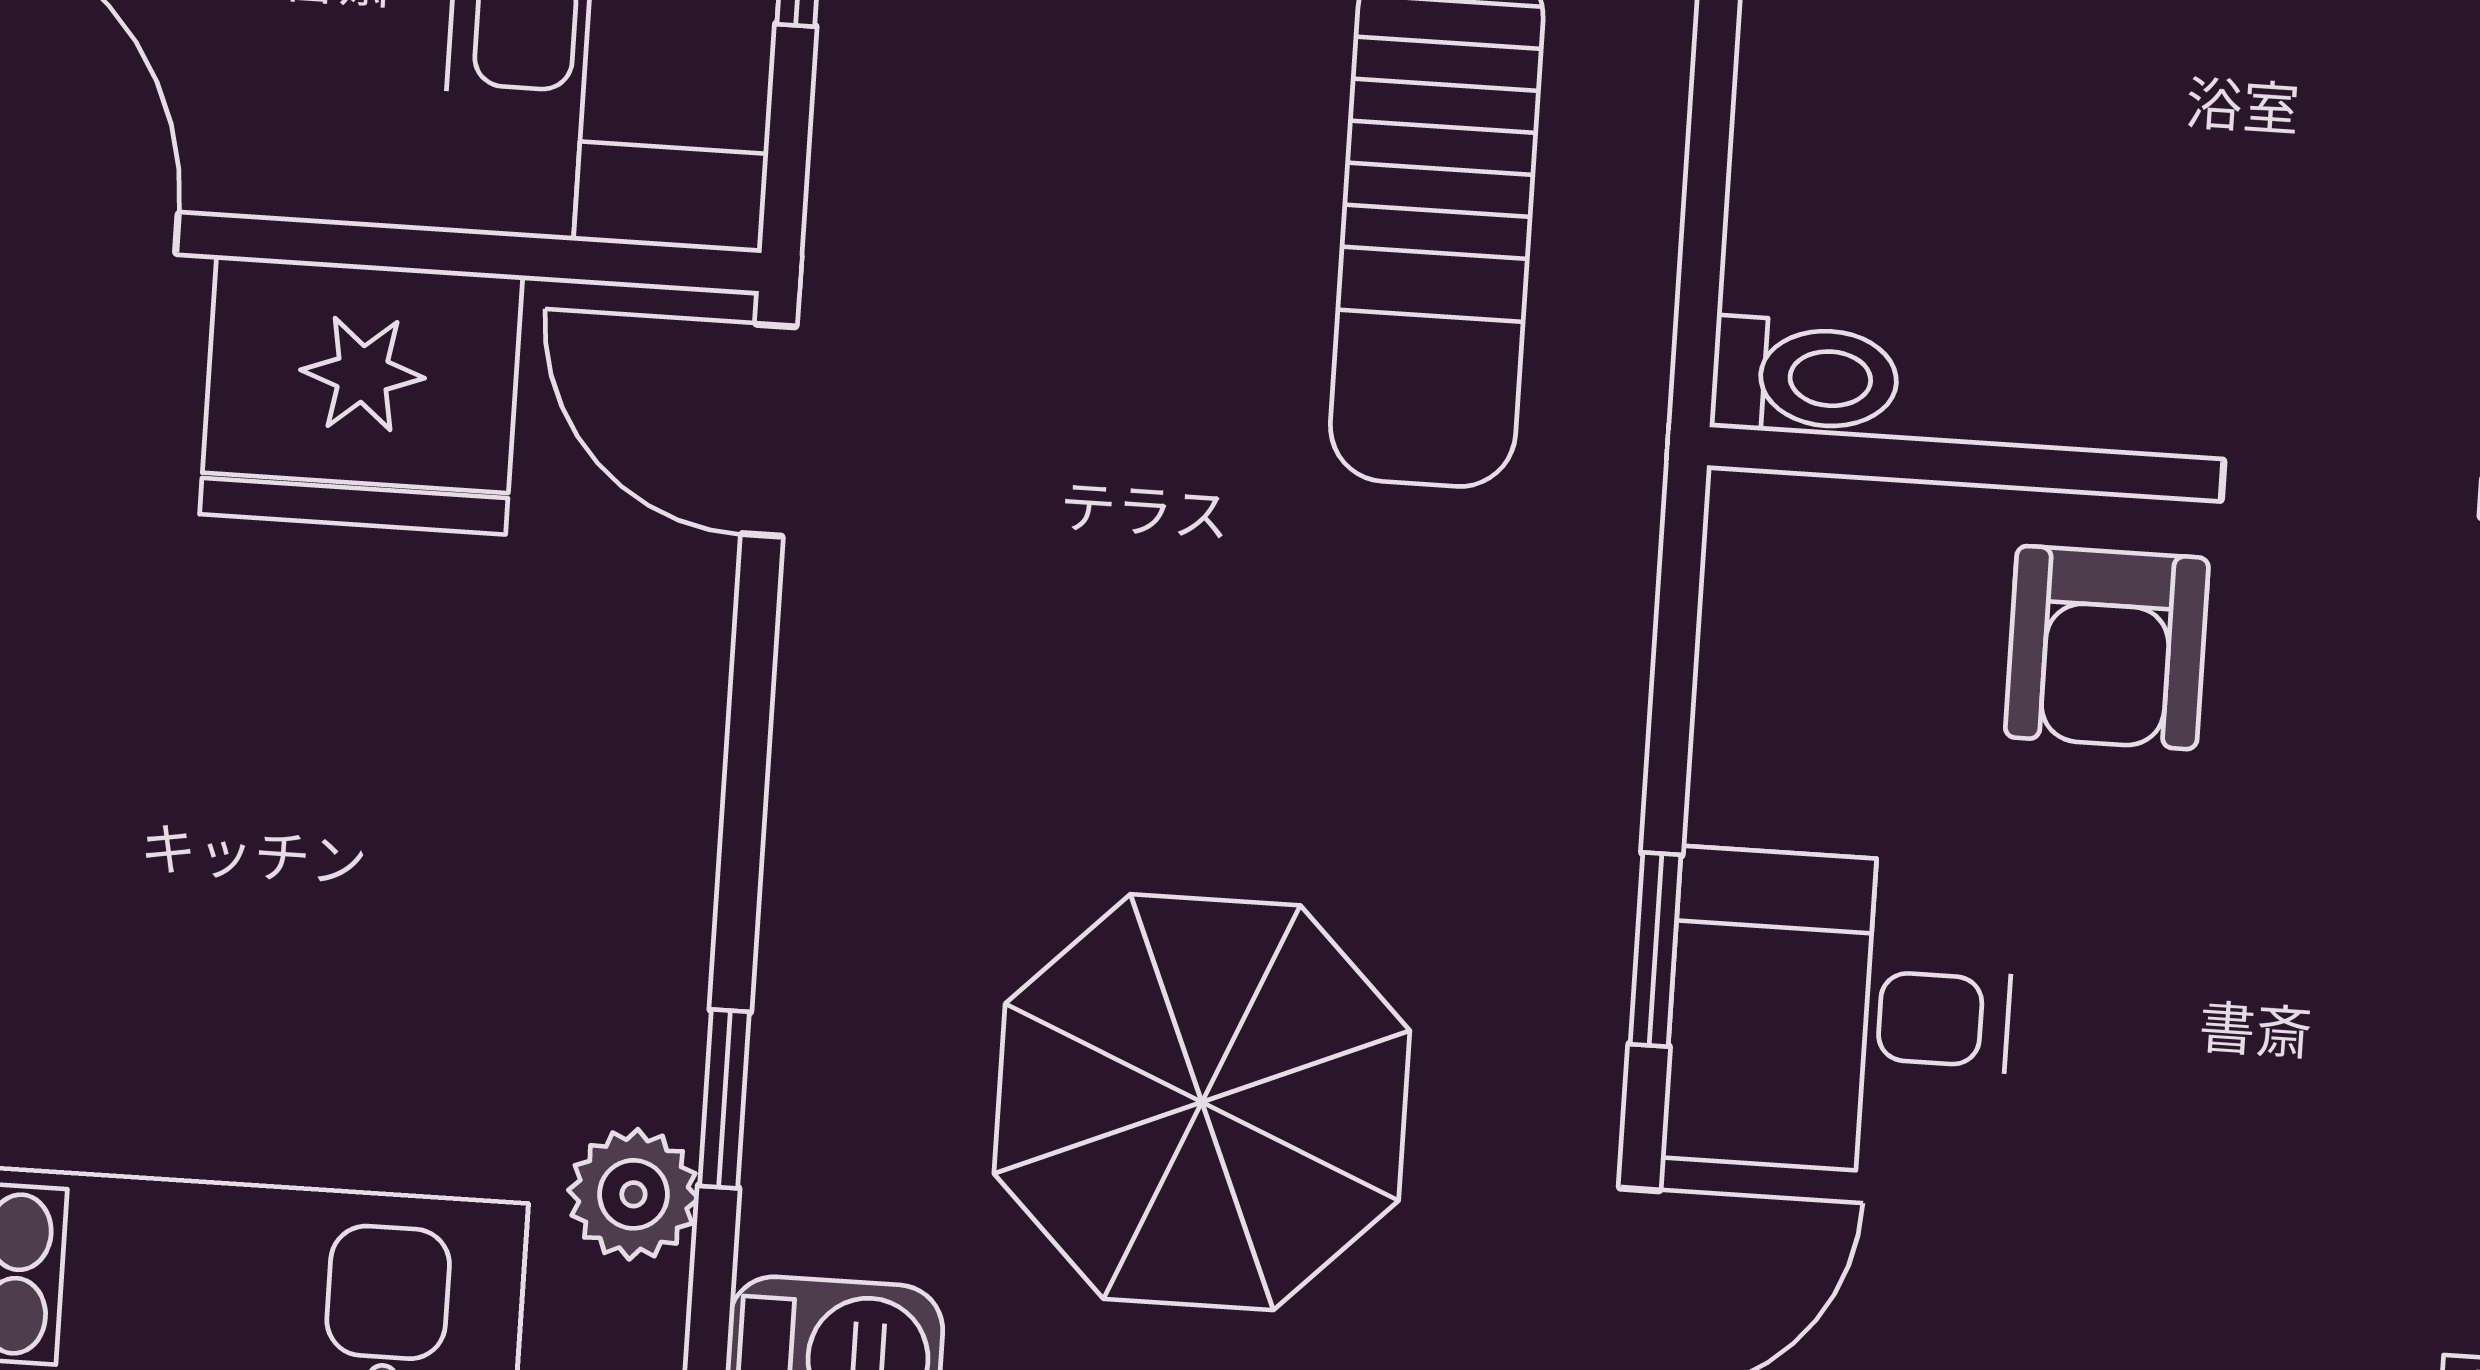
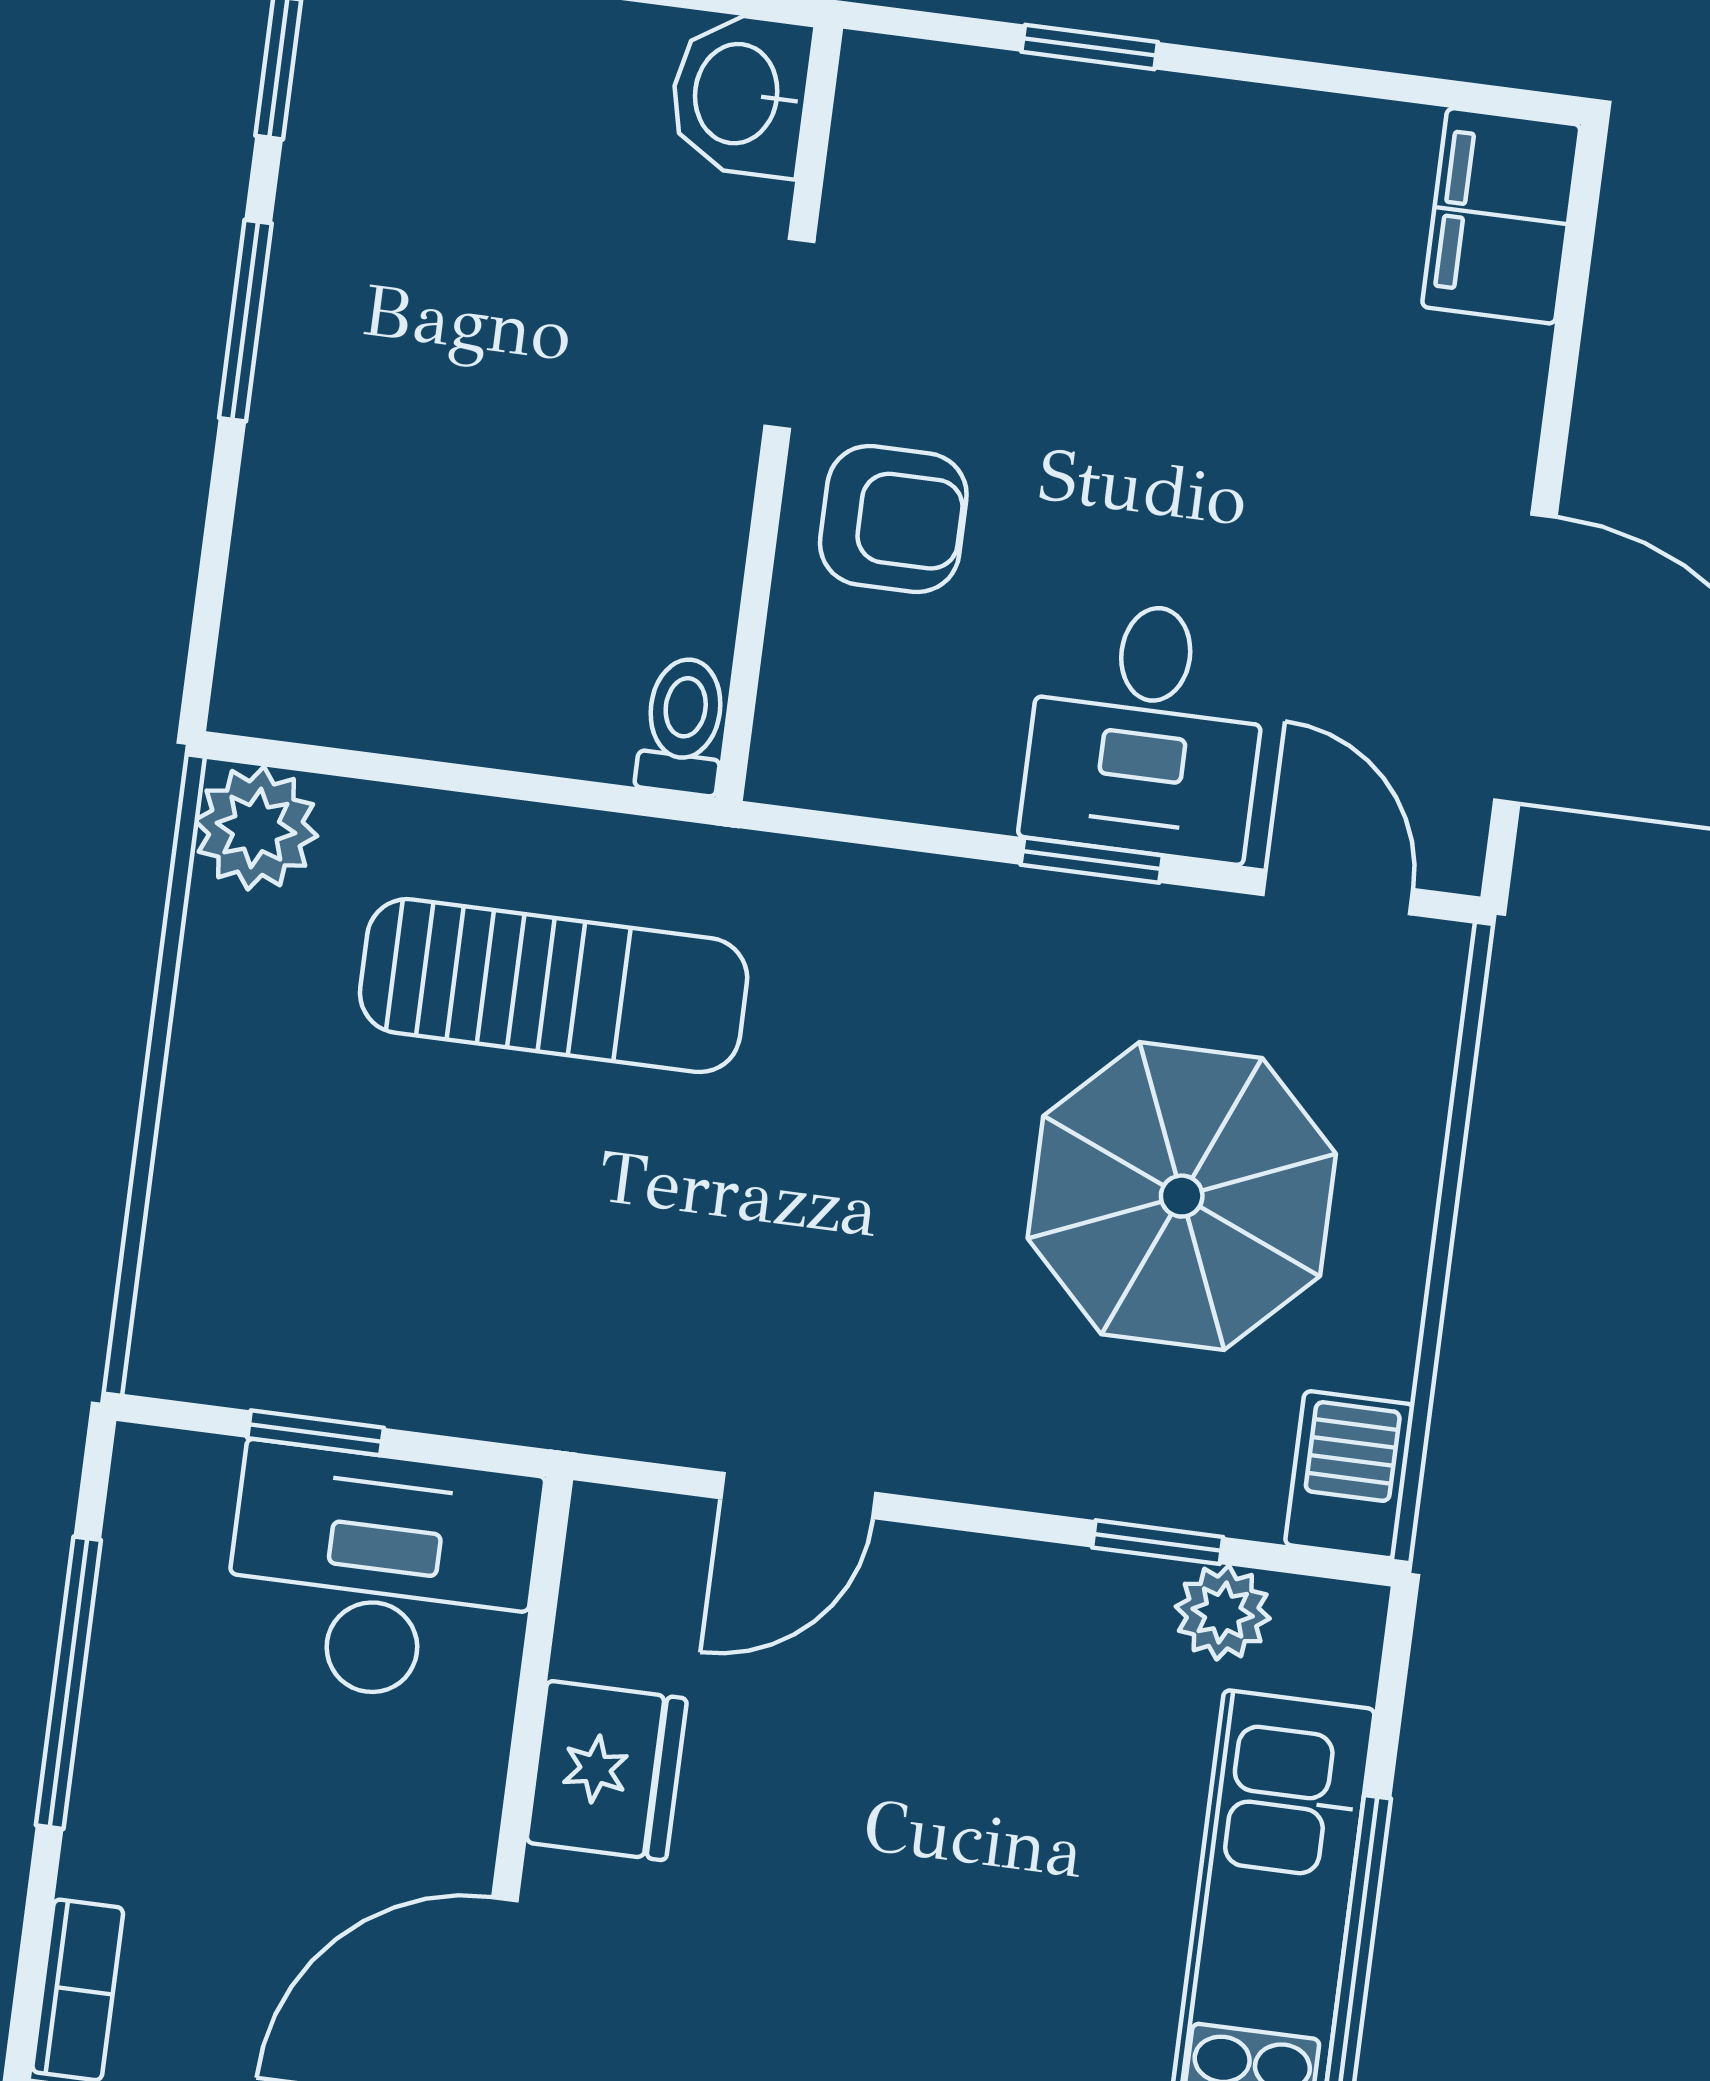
fridge: (361, 395) -> (607, 1771), width x0.73, depth x0.75
door: (769, 430) -> (798, 1496), moved

